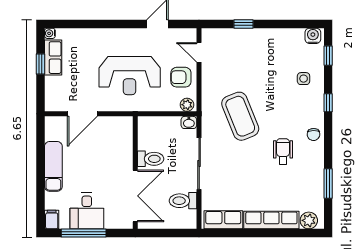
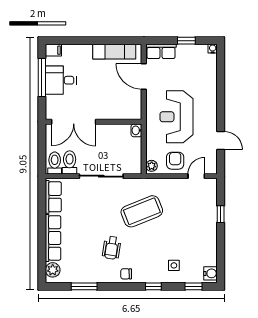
row of seats: (53, 58) -> (161, 51), moved
washbasin: (189, 122) -> (136, 130), moved
wheelchair: (283, 151) -> (112, 248), turned 99
toilet: (151, 159) -> (55, 163), moved, turned 180
exam couch: (53, 166) -> (114, 52), moved

